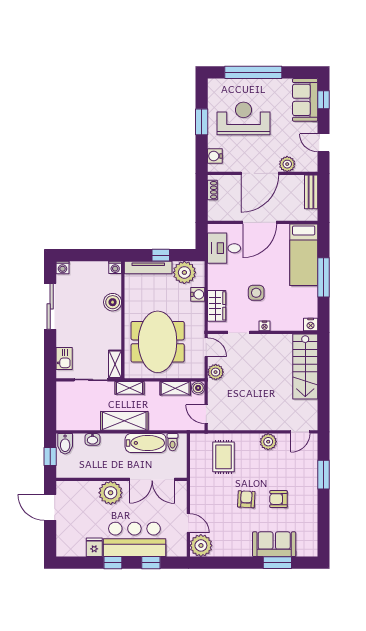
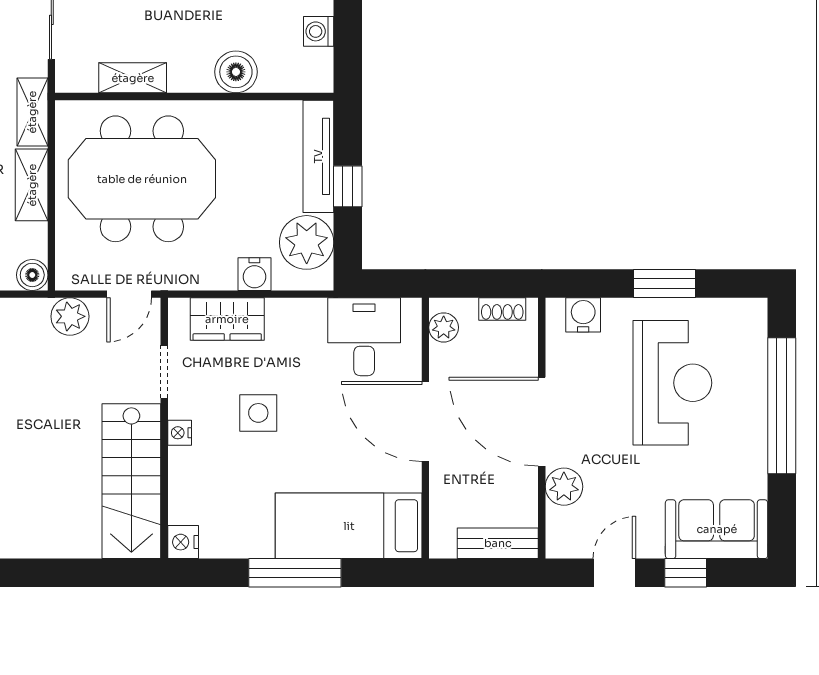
window: (323, 100) -> (686, 573), moved
plant: (220, 215) -> (444, 327), added
washing machine: (115, 267) -> (319, 31), moved
shelving: (115, 364) -> (133, 78), moved
stairs: (305, 367) -> (131, 481), moved, turned -90
shelving: (175, 388) -> (32, 185), moved

